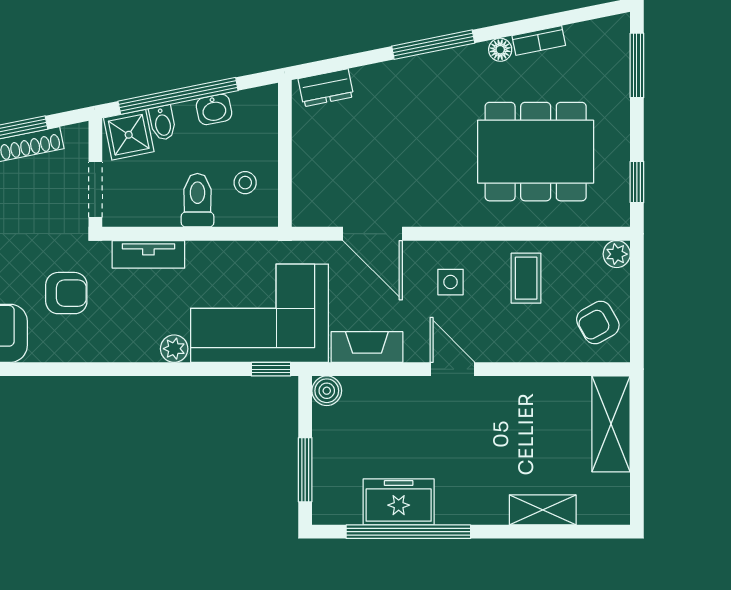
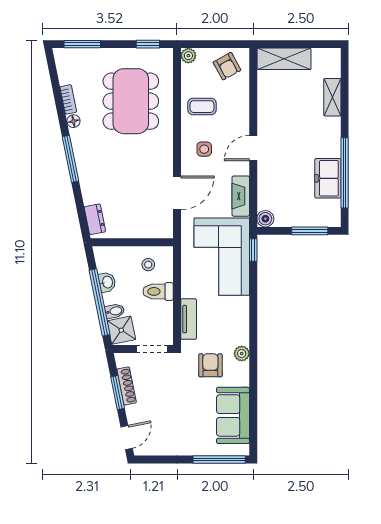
plant: (174, 349) -> (242, 354), moved

